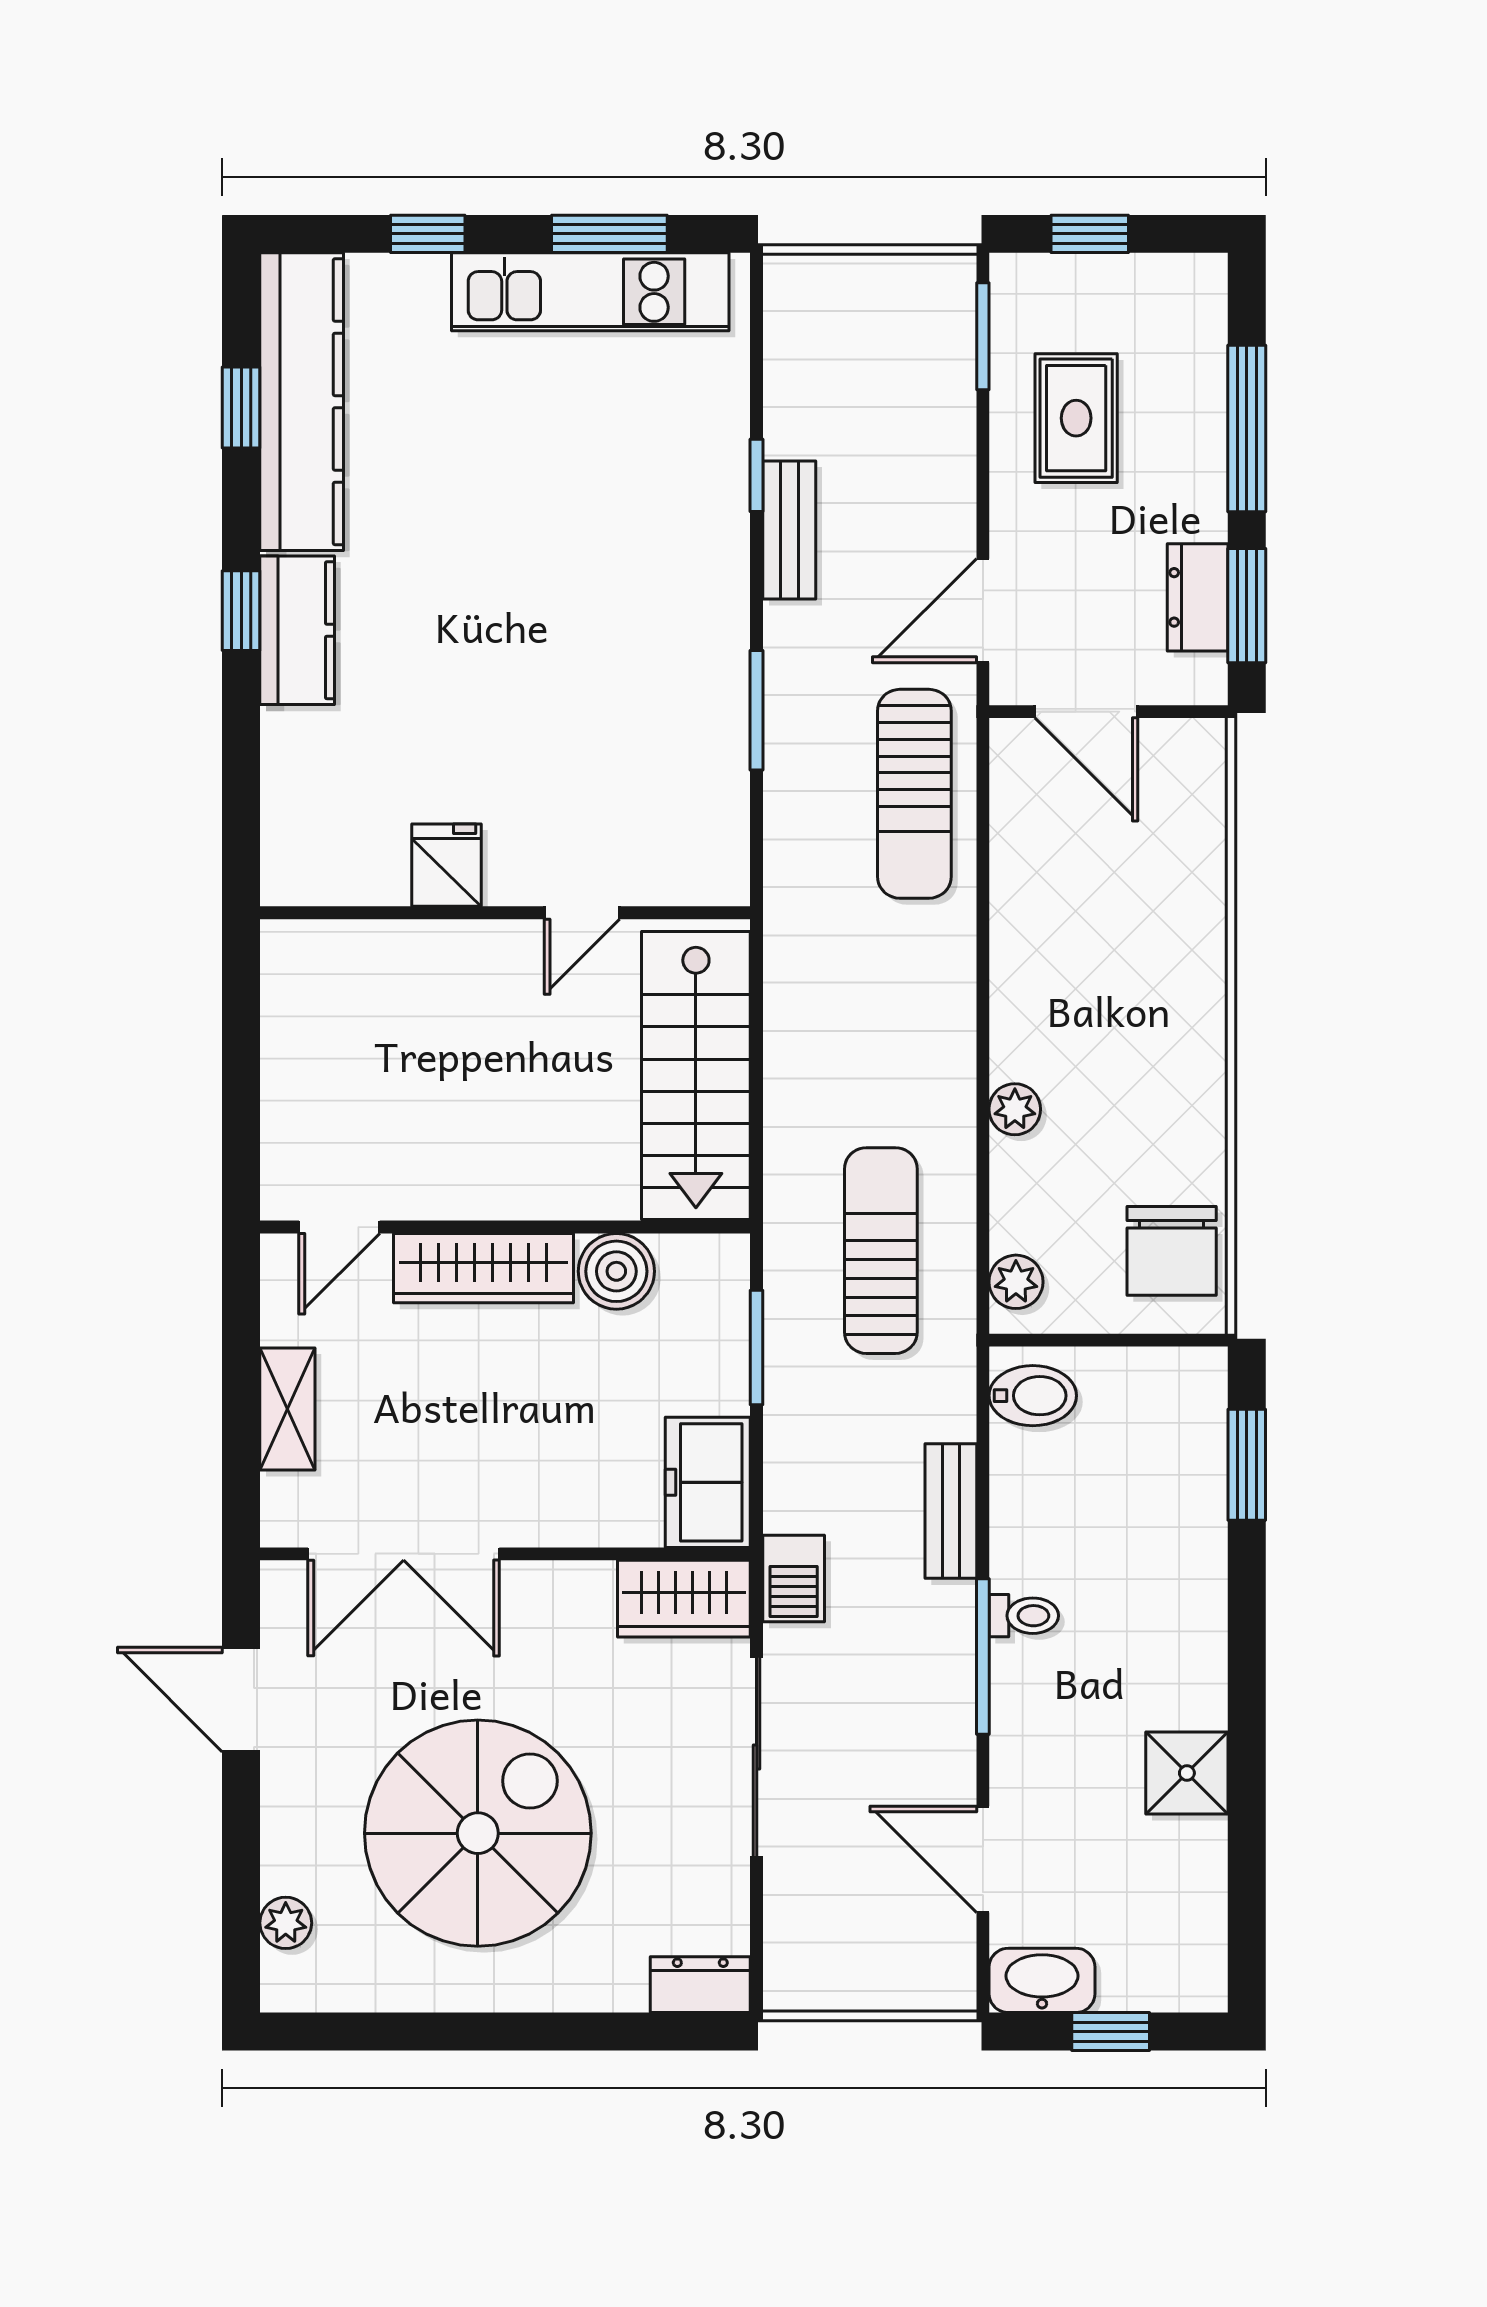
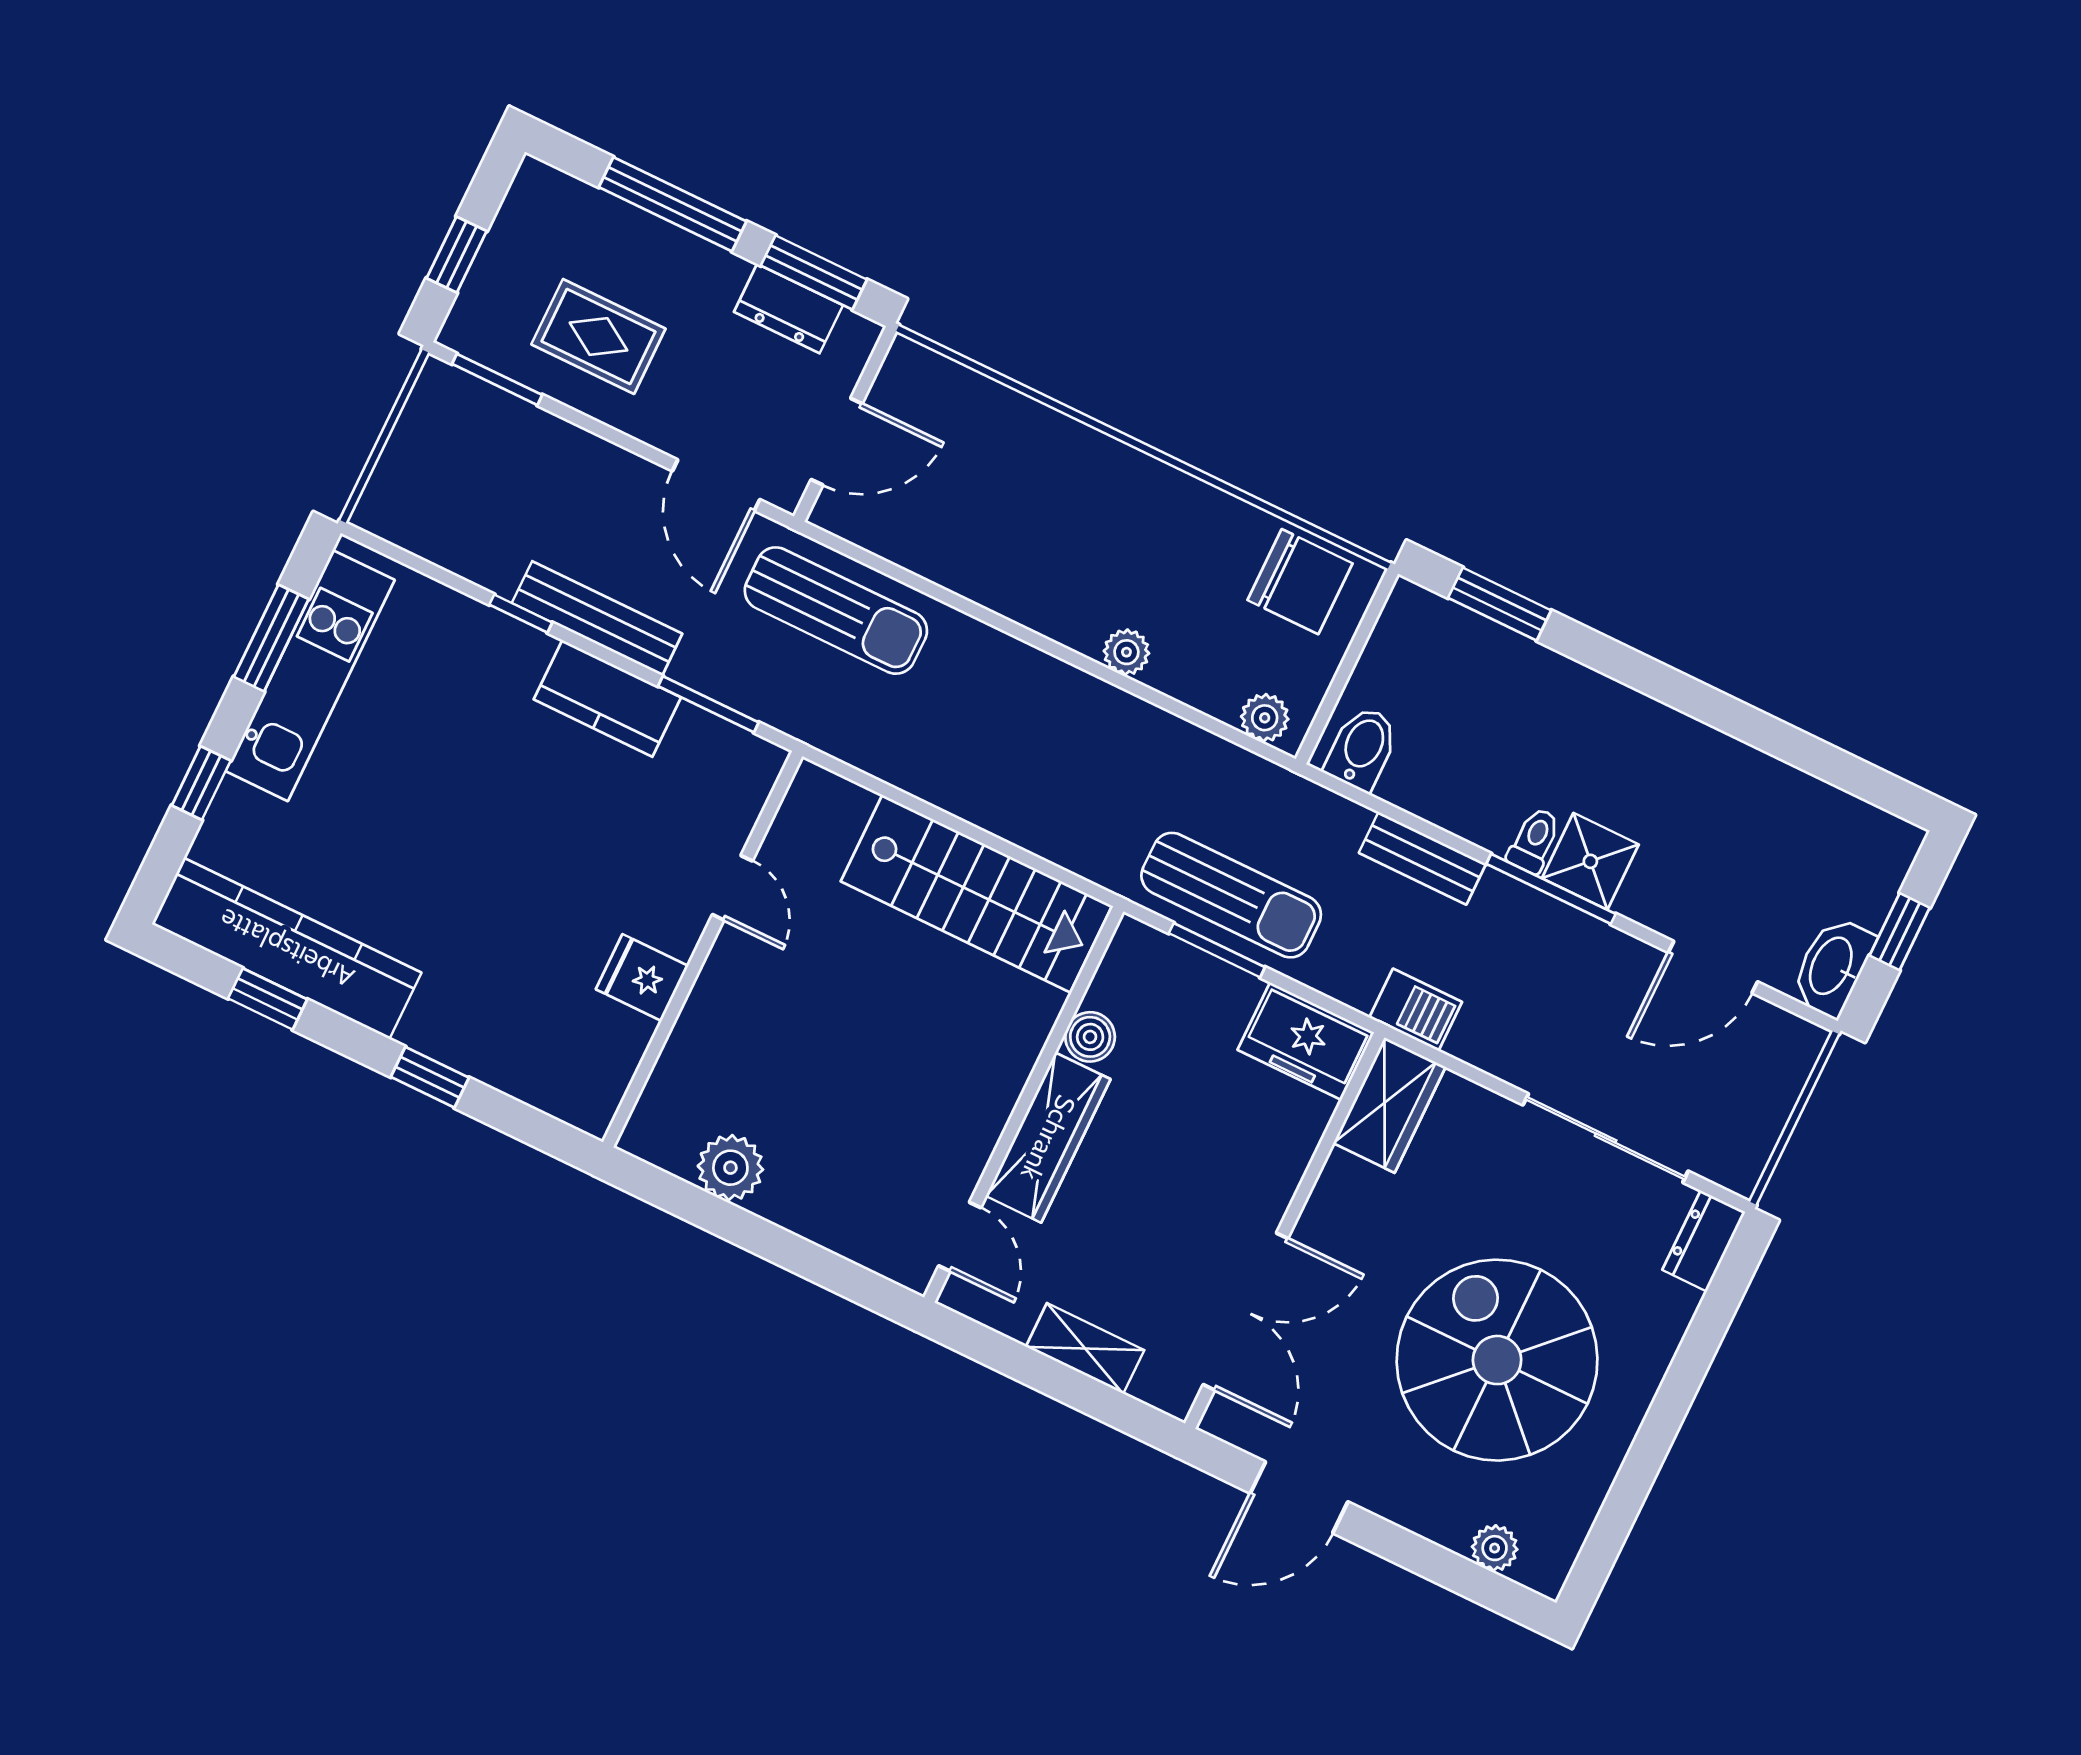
bench: (789, 530) -> (597, 618), width x1.36
kitchen counter: (297, 630) -> (607, 698), moved, turned 180
fridge: (447, 865) -> (642, 978), moved
wall: (505, 913) -> (703, 949), moved
door: (582, 913) -> (732, 888), moved
plant: (297, 960) -> (730, 1168), added
sun lounger: (881, 1251) -> (1231, 895), moved, turned 180
boiler: (616, 1271) -> (1090, 1037), width x0.73, depth x0.73
sliding door: (757, 1757) -> (1606, 1138), moved
shower: (1187, 1773) -> (1590, 861), moved

